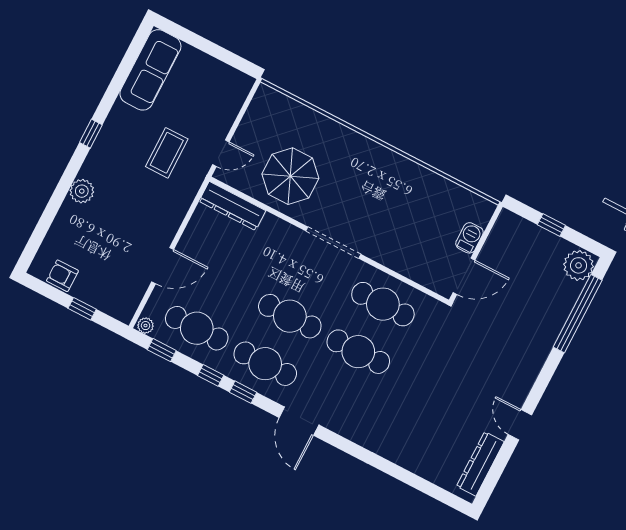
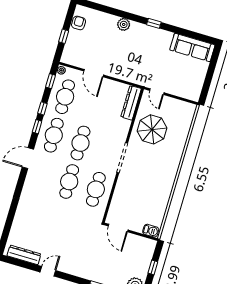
coffee table: (167, 153) -> (152, 64), removed
barbecue: (469, 238) -> (151, 231), moved

